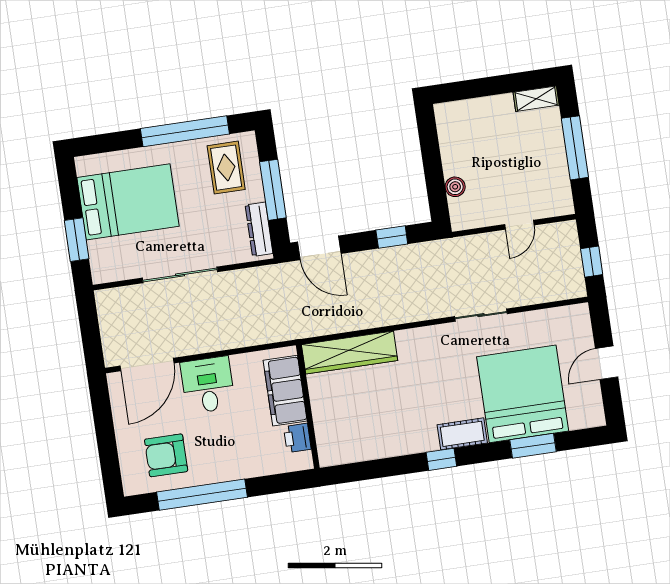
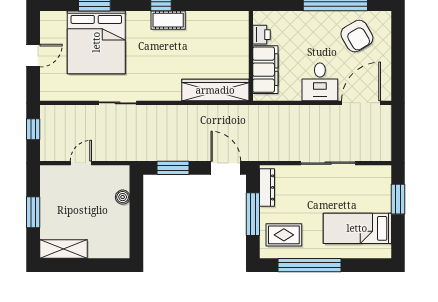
shelving: (536, 99) -> (63, 249), width x1.50, depth x1.33
window: (575, 148) -> (33, 212), width x0.69
rug: (226, 168) -> (284, 235), turned 90
bed: (128, 202) -> (357, 228), width x0.67
window: (392, 237) -> (173, 168), width x1.50
cot: (462, 434) -> (168, 20), moved
armchair: (166, 455) -> (357, 36), turned 60

